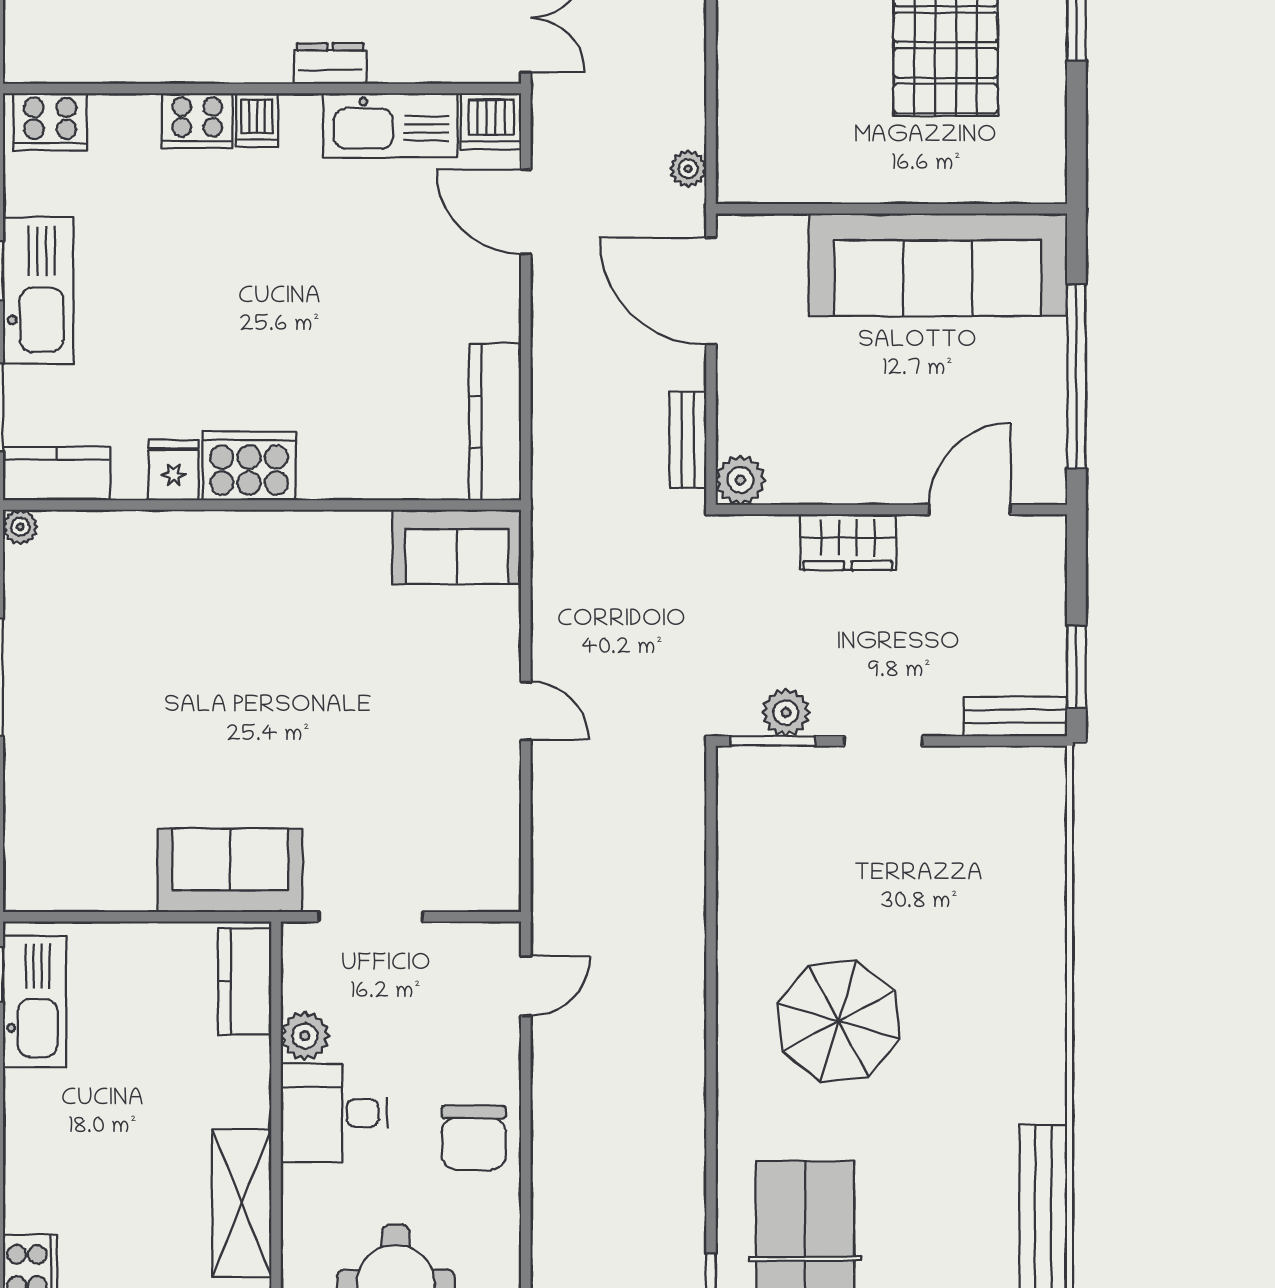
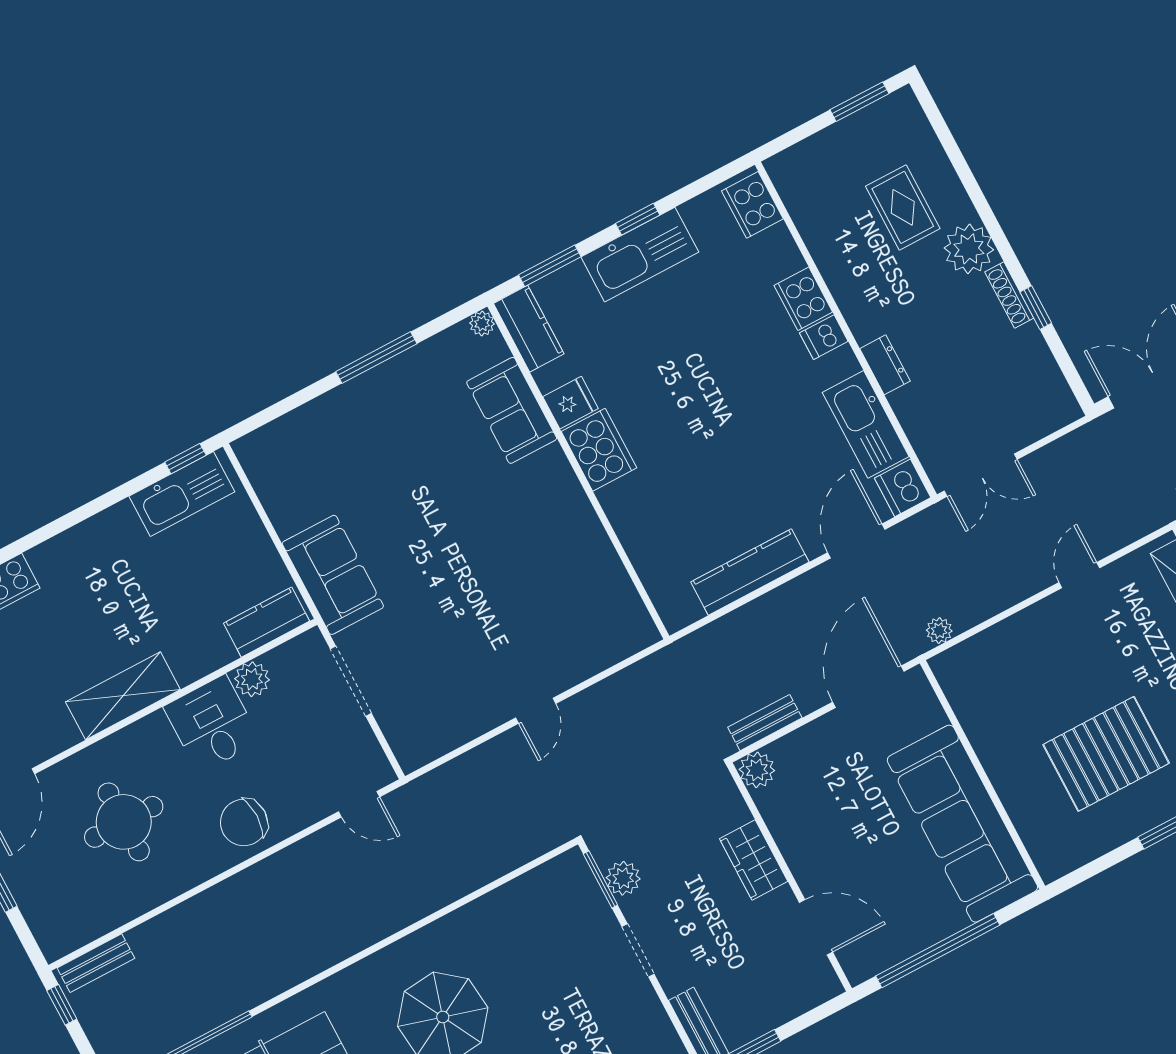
kitchen counter: (495, 422) -> (750, 572), moved
sofa: (457, 547) -> (512, 410), moved

